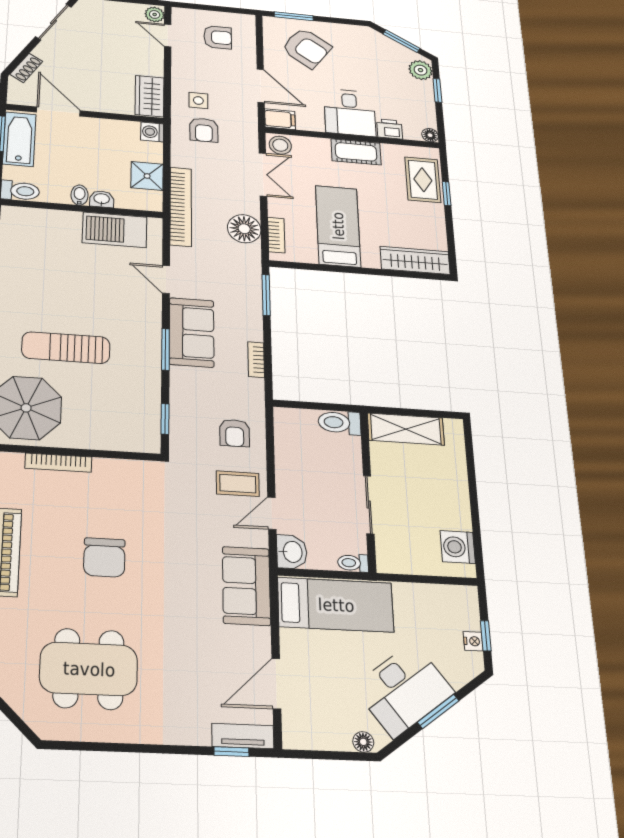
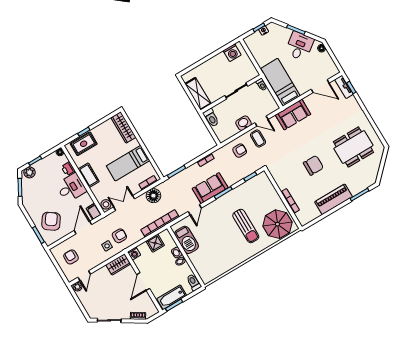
door: (58, 111) -> (143, 282), moved
washbasin: (292, 552) -> (243, 123), moved
dining table: (89, 669) -> (353, 147), turned 90
desk: (404, 690) -> (300, 46), width x0.73

